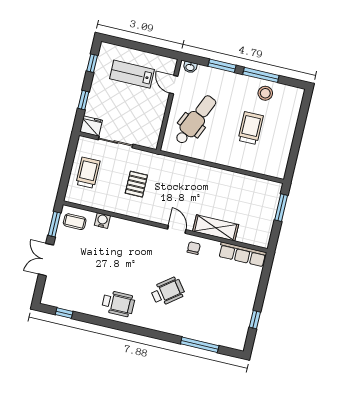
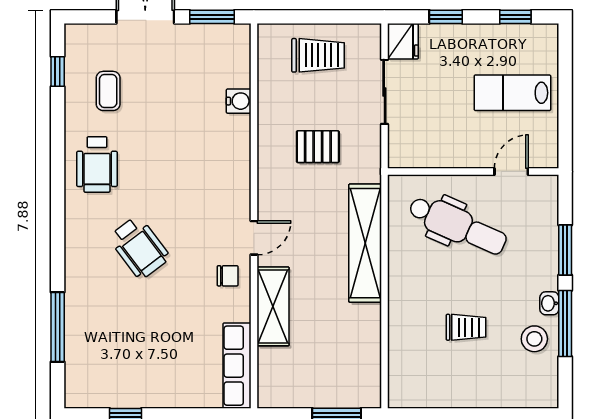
washbasin: (190, 67) -> (549, 303), moved
lab bench: (132, 74) -> (512, 93), turned -90
trolley: (251, 128) -> (466, 327), width x0.73, depth x0.72
shelving: (193, 171) -> (365, 243), added
coffee table: (75, 222) -> (108, 91), moved

